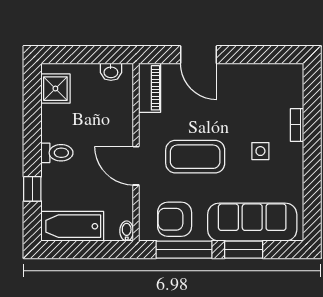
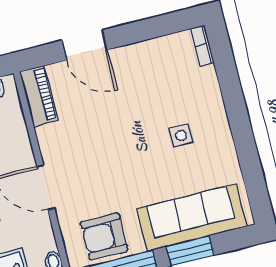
bookcase: (297, 125) -> (202, 45), moved
coffee table: (195, 157) -> (109, 160), removed

